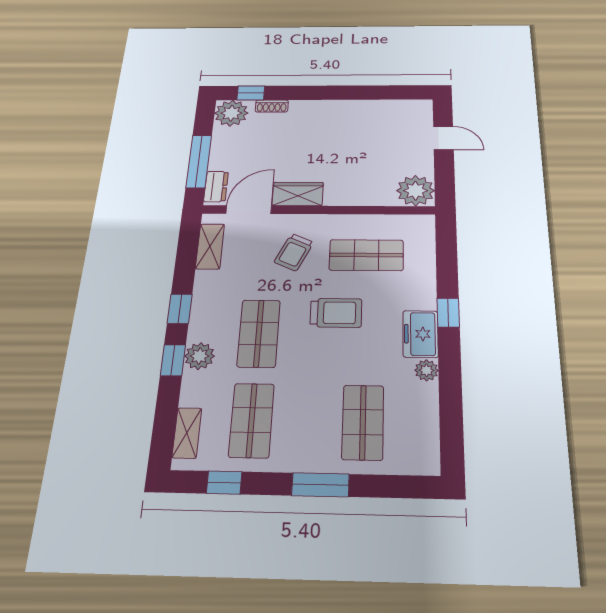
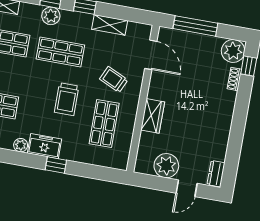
dresser: (216, 187) -> (216, 174), moved, turned 90
plant: (415, 191) -> (166, 166), moved
wardrobe: (298, 194) -> (153, 116), moved
shelving: (210, 246) -> (110, 25), moved

